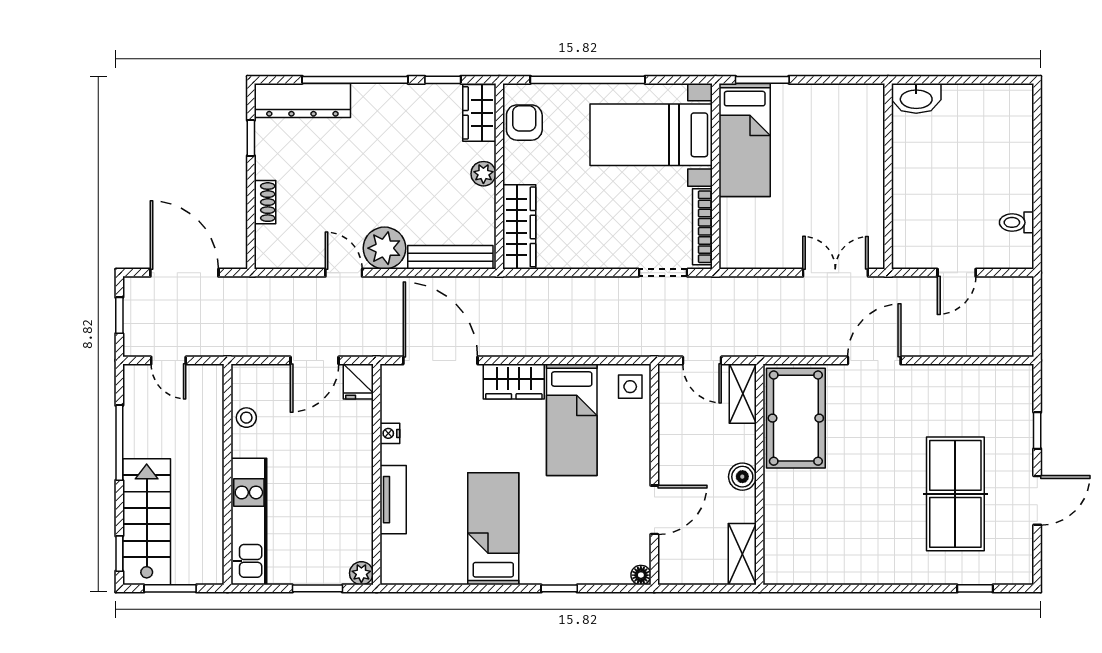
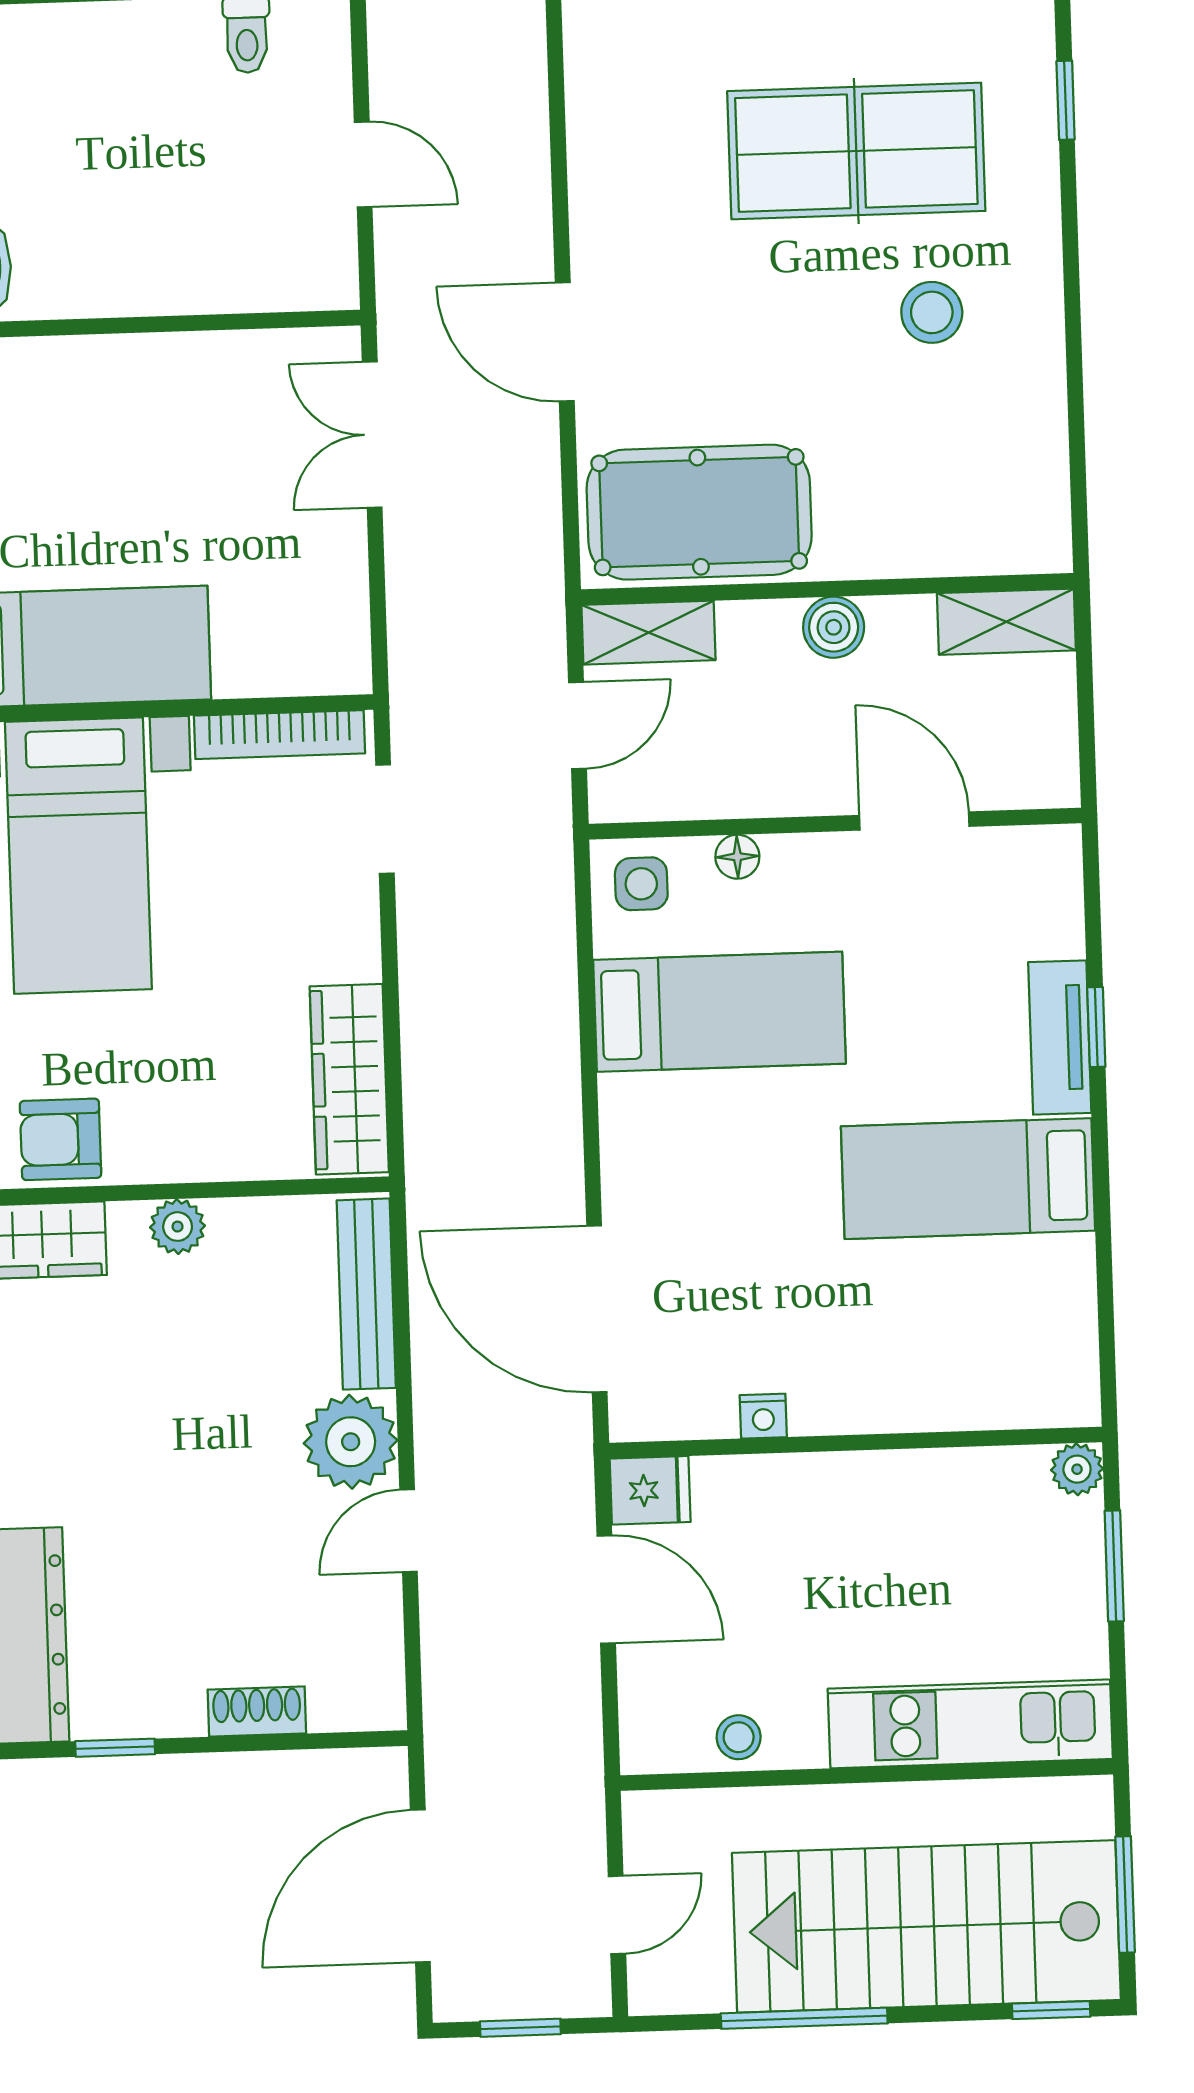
wardrobe: (519, 227) -> (349, 1079), moved, turned -90
door: (440, 360) -> (597, 1309), hinge flipped
wardrobe: (514, 382) -> (639, 1144), removed
tv unit: (393, 500) -> (1060, 1037), moved, turned -90
stairs: (147, 522) -> (926, 1926), width x1.36, depth x1.51
stool: (882, 525) -> (932, 312), added
floor lamp: (641, 575) -> (737, 857), moved

